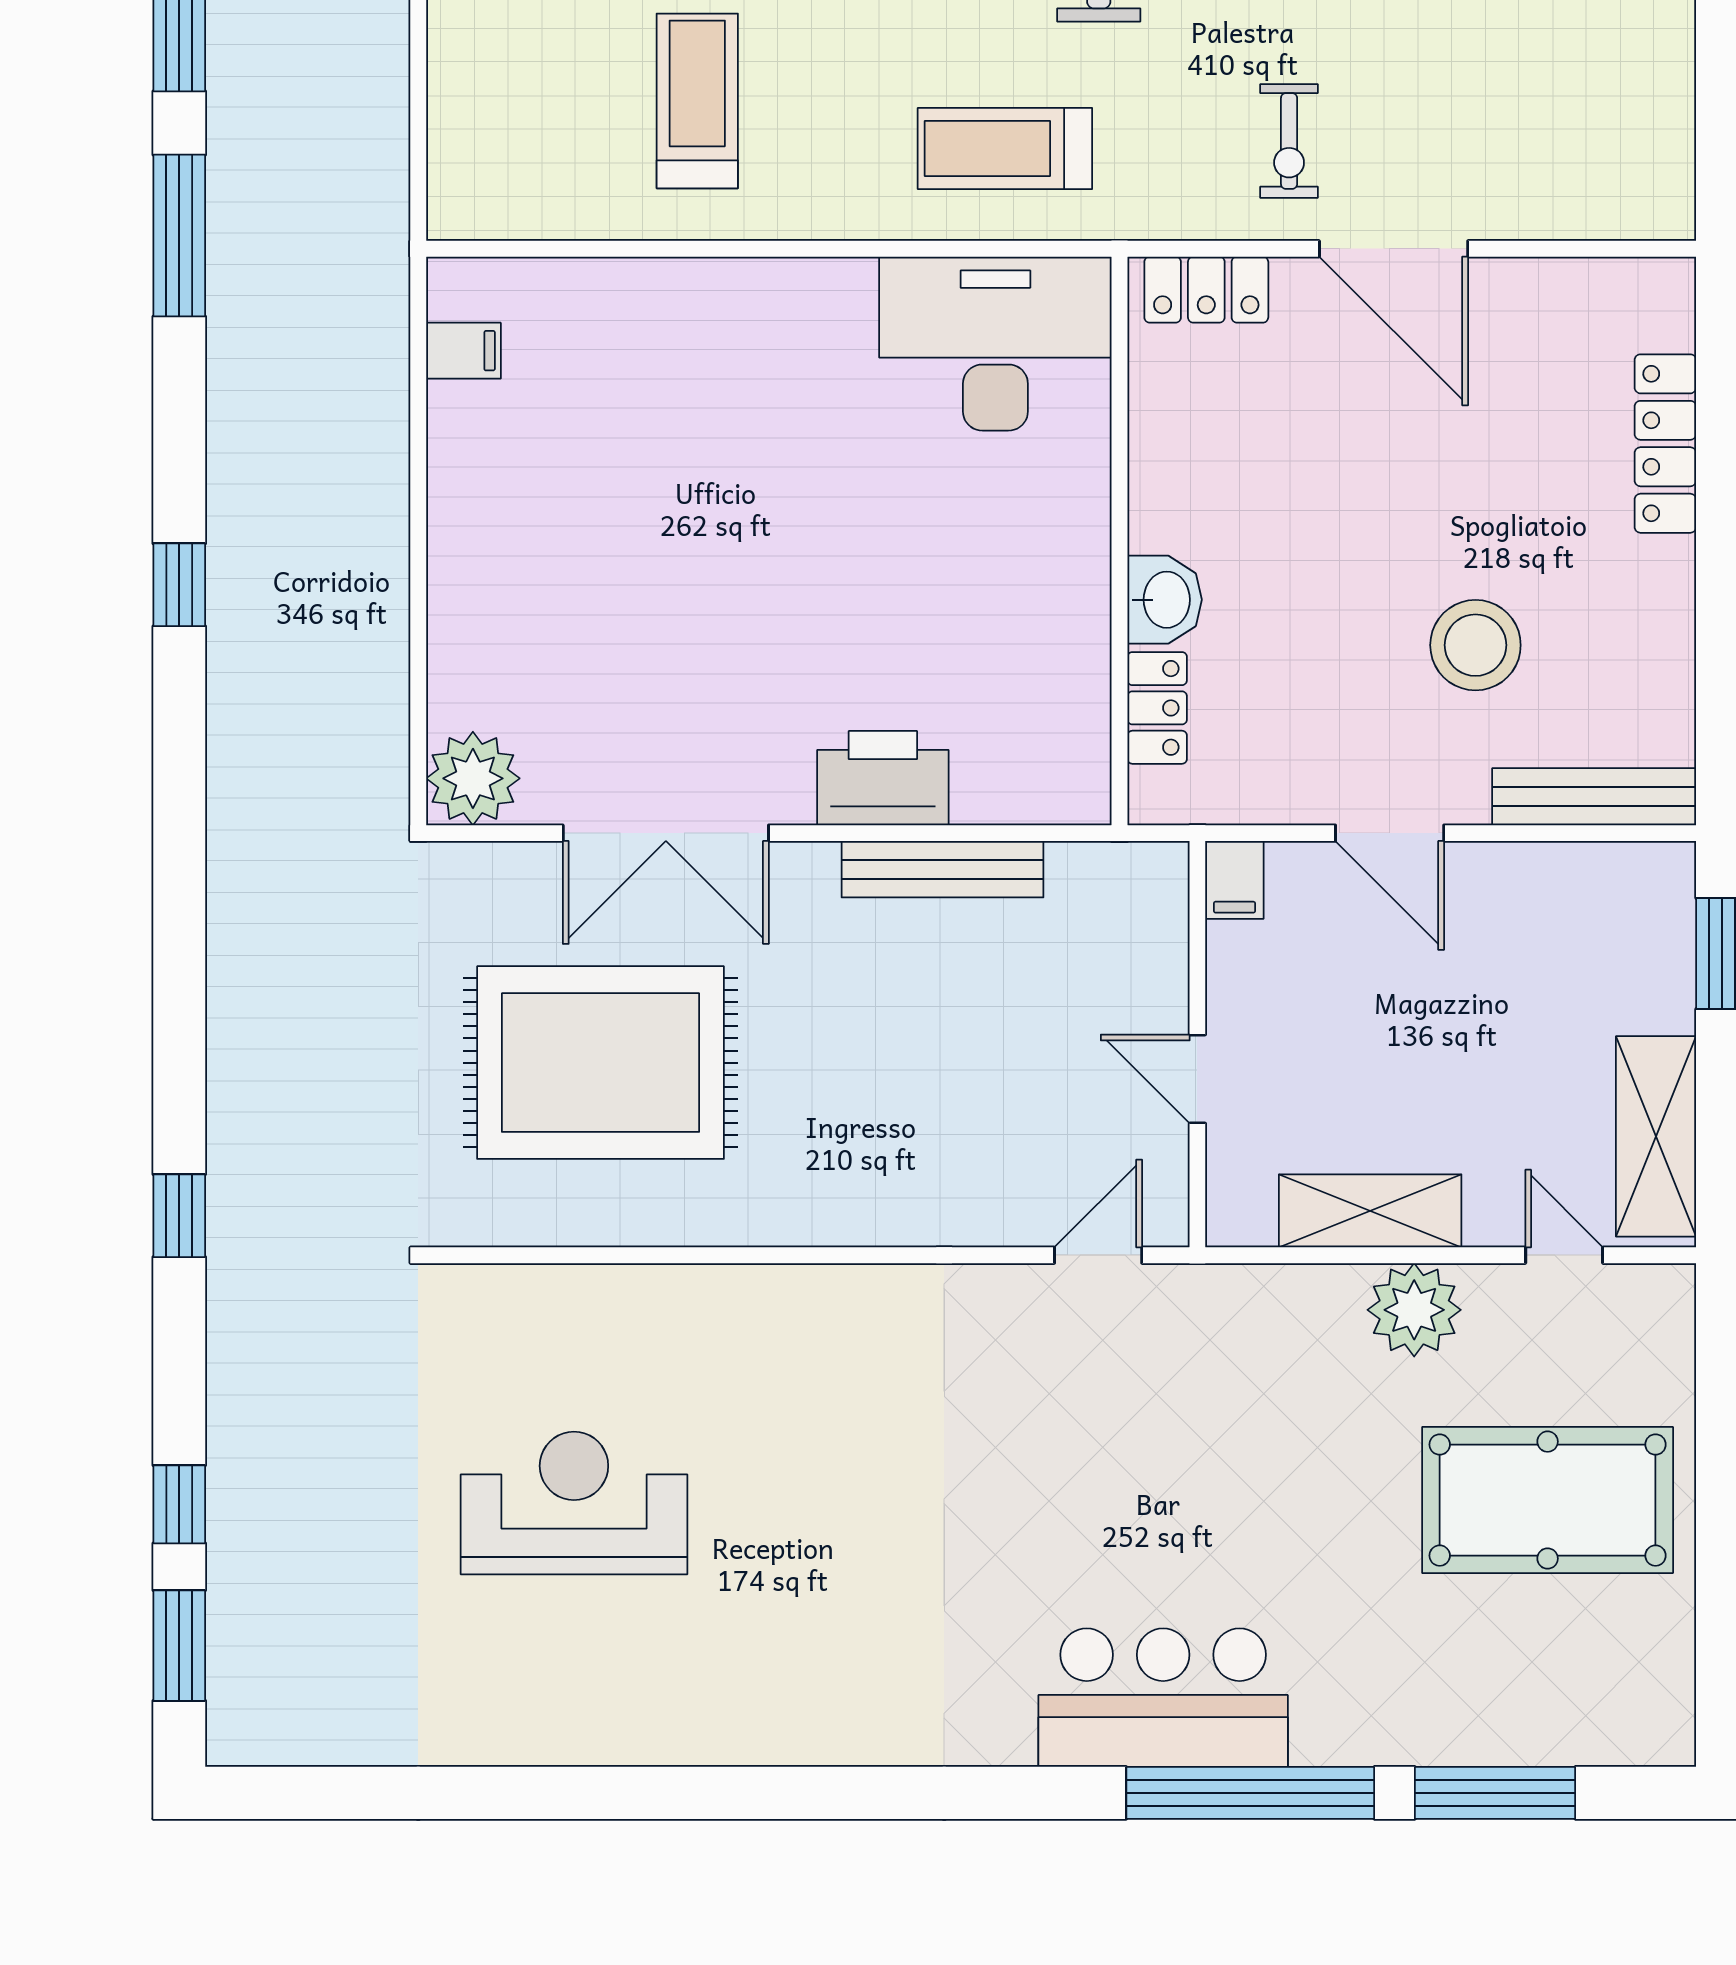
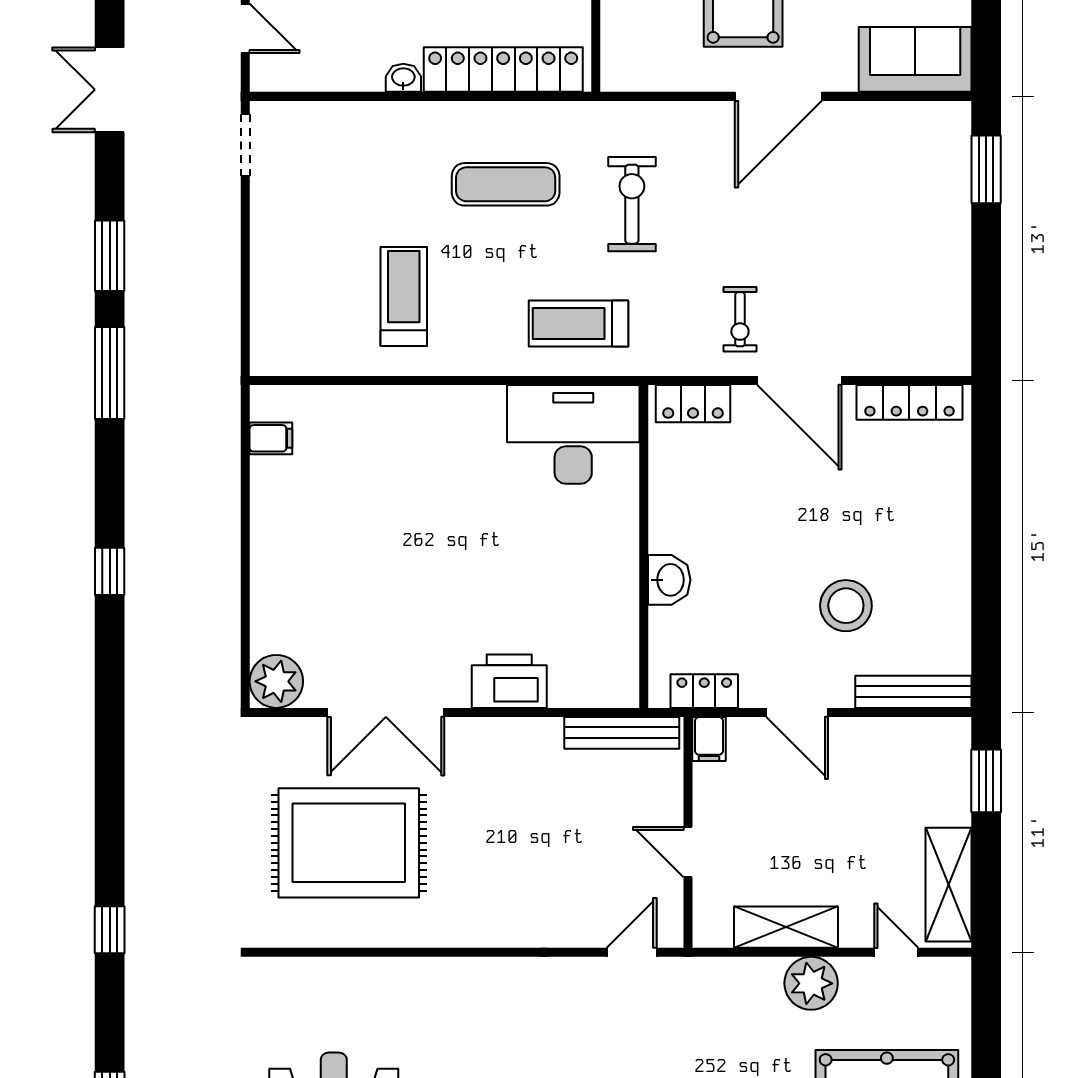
locker: (1665, 444) -> (909, 402), moved, turned -90
locker: (1157, 708) -> (704, 691), moved, turned -90
bench: (942, 869) -> (622, 733), moved

